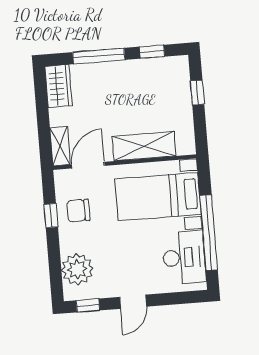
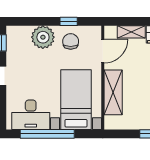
shelving: (60, 146) -> (131, 32), moved
door: (88, 165) -> (103, 51), hinge flipped
plant: (77, 269) -> (43, 37), moved

